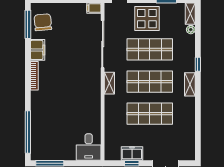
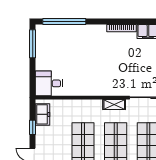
freezer: (132, 153) -> (43, 114), moved

